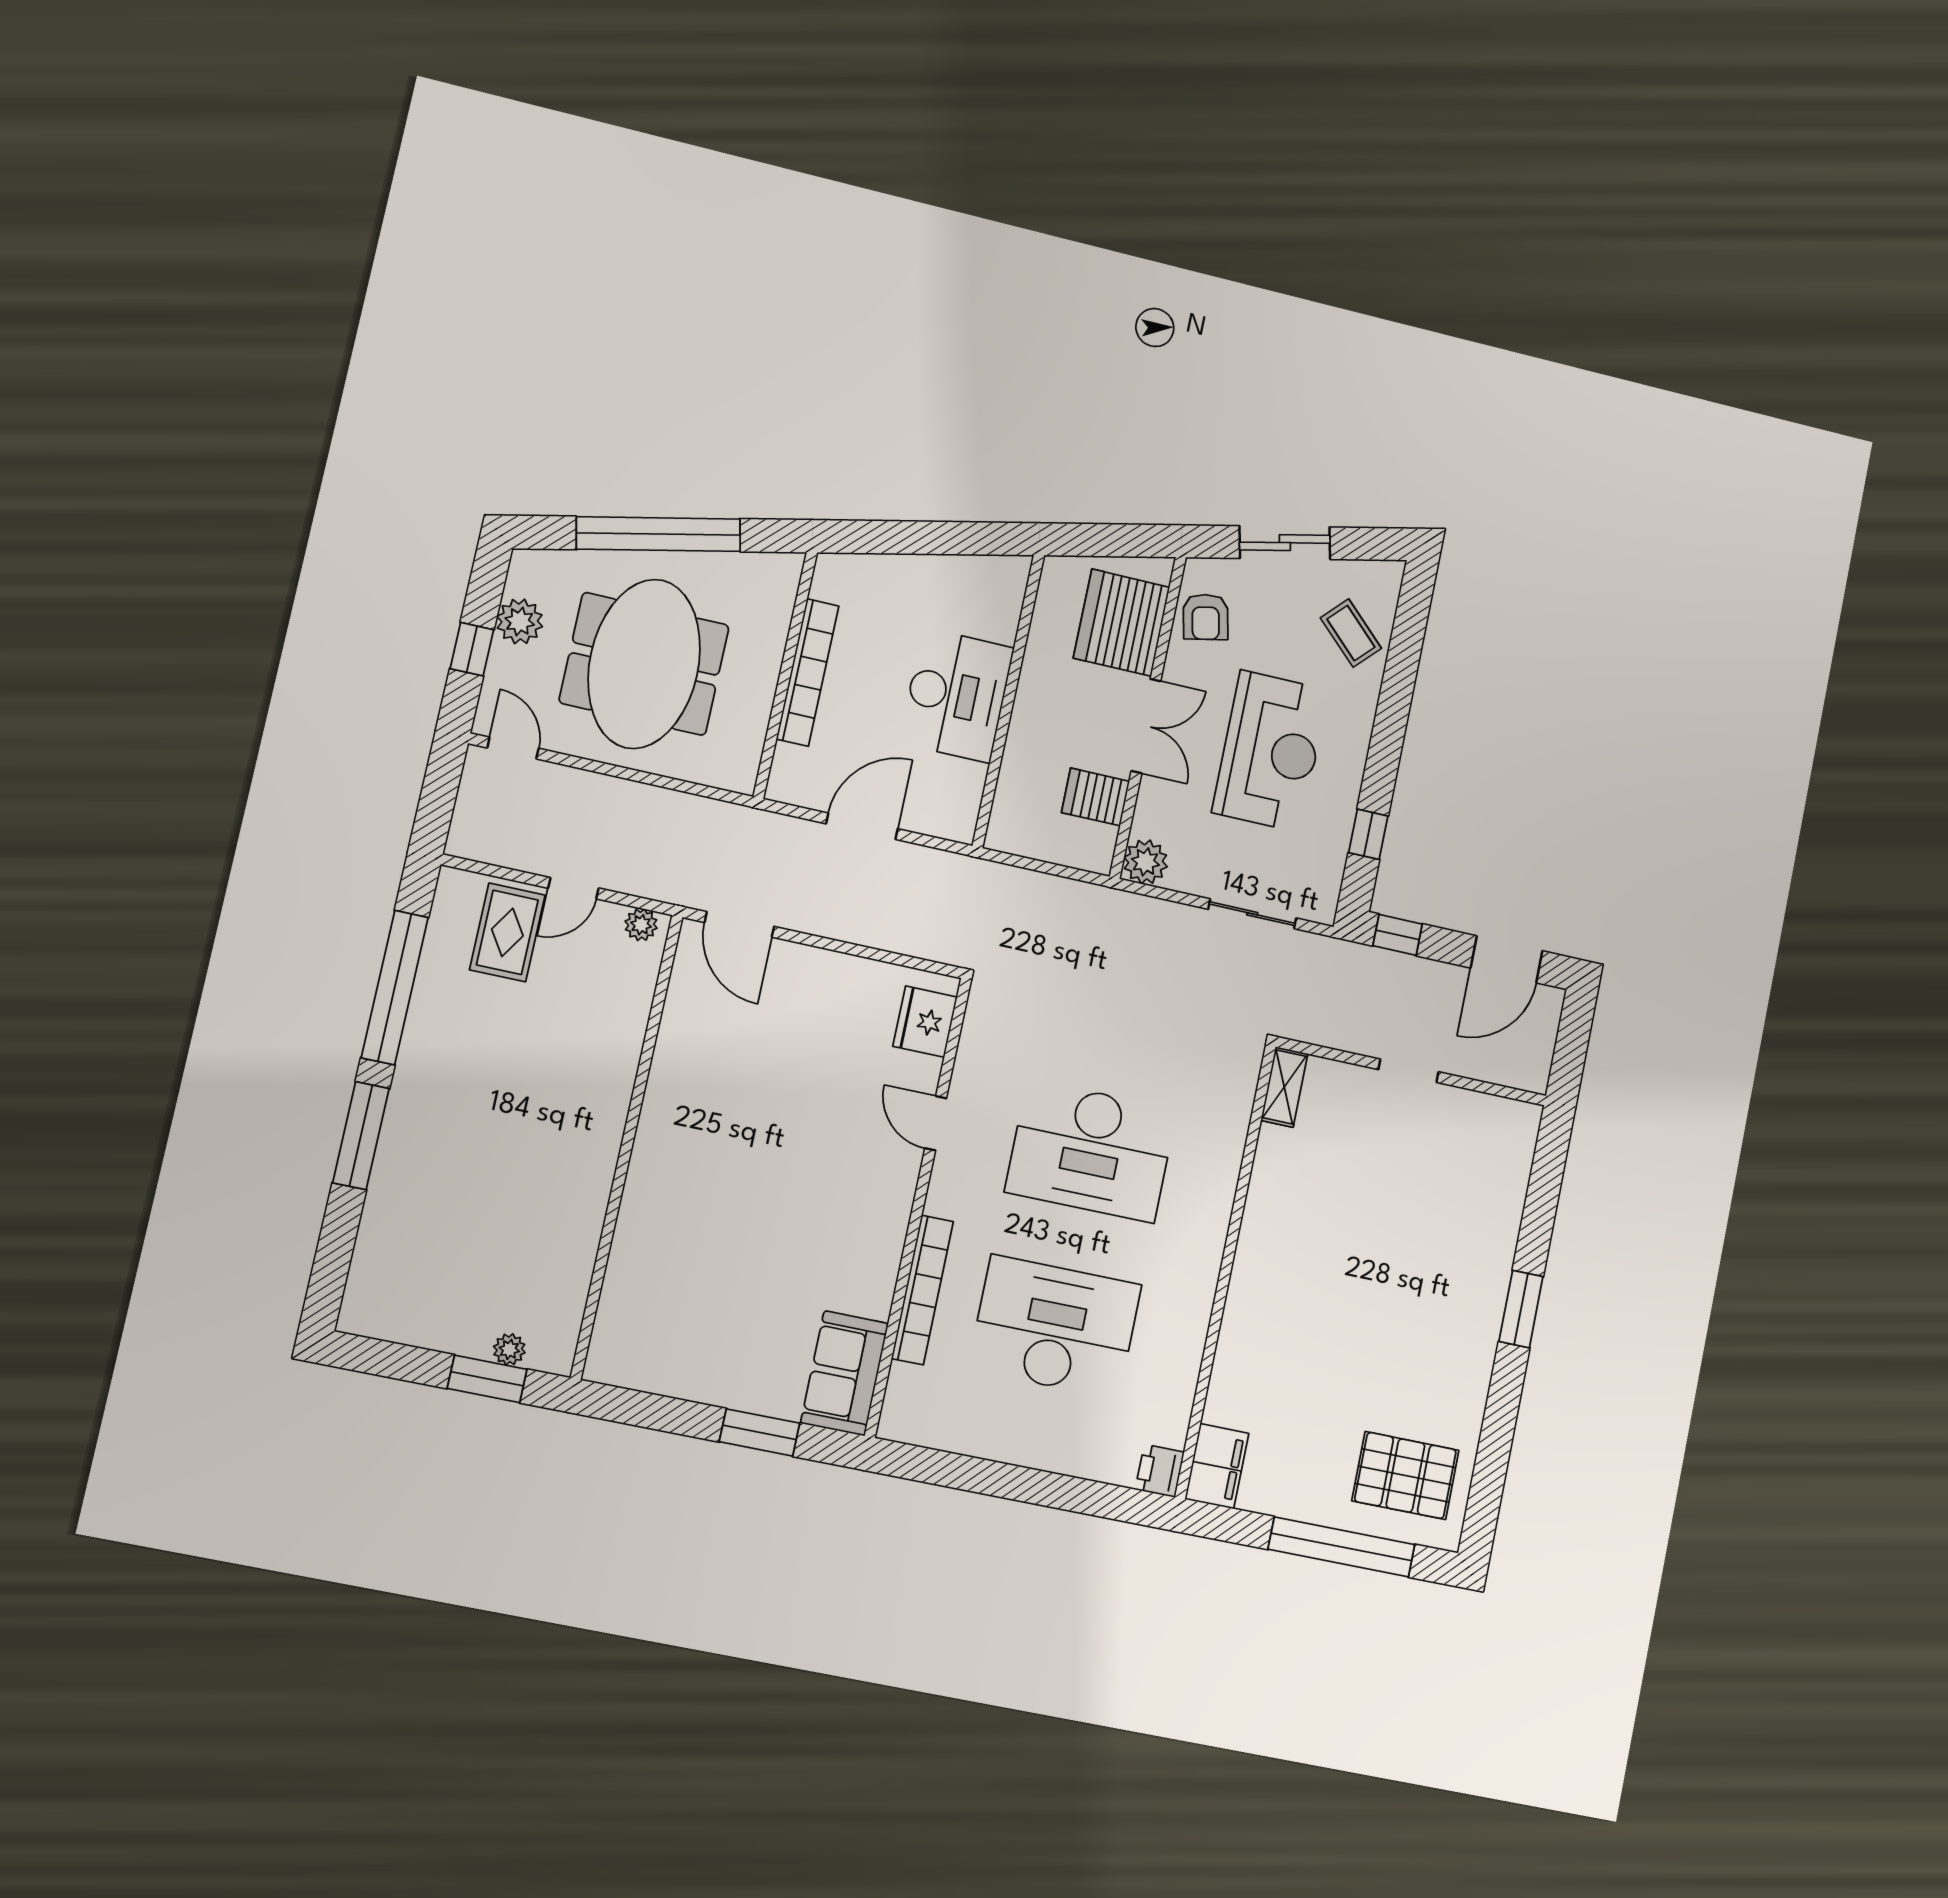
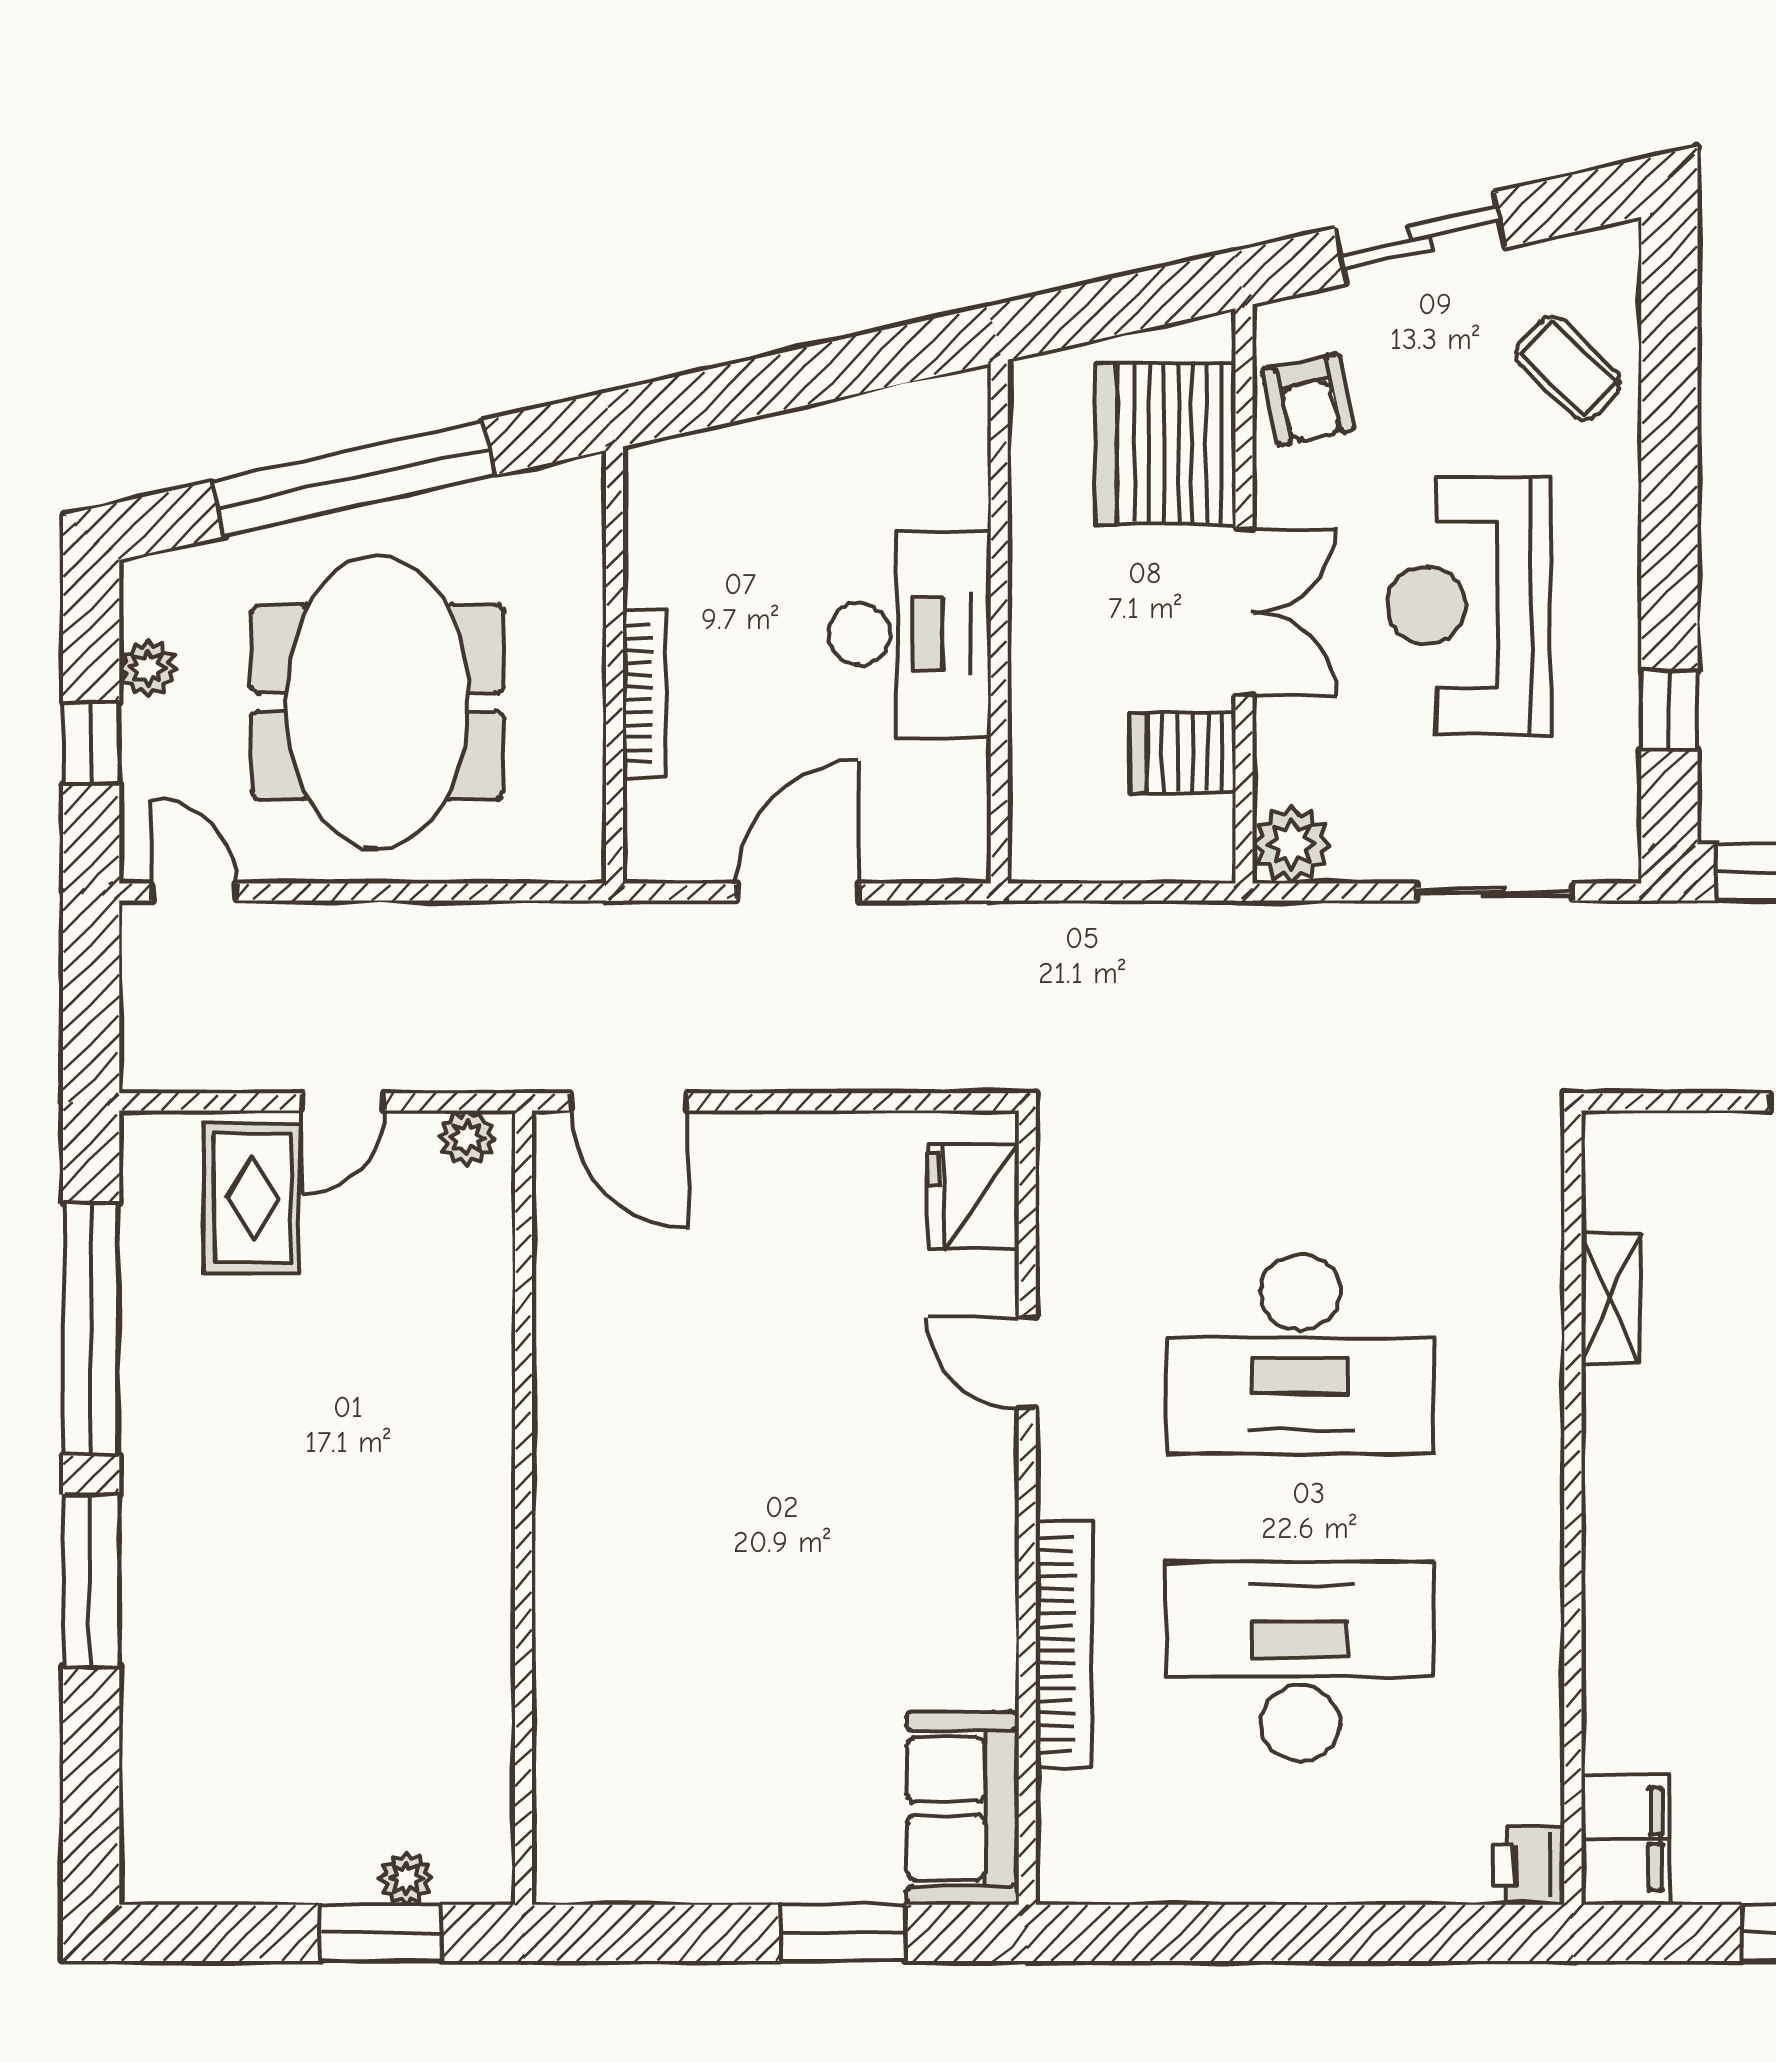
plant: (520, 621) -> (148, 668), width x0.73, depth x0.73
bookcase: (808, 672) -> (644, 694), width x0.68, depth x0.76
reception desk: (1270, 751) -> (1469, 605), turned 180
shelving: (1284, 1087) -> (1611, 1298), moved

